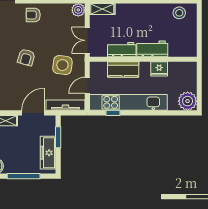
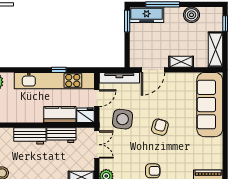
fridge: (159, 69) -> (86, 115), moved
window: (113, 113) -> (59, 70), moved
window: (58, 137) -> (127, 21), moved
freezer: (48, 153) -> (147, 15), moved, turned 90

